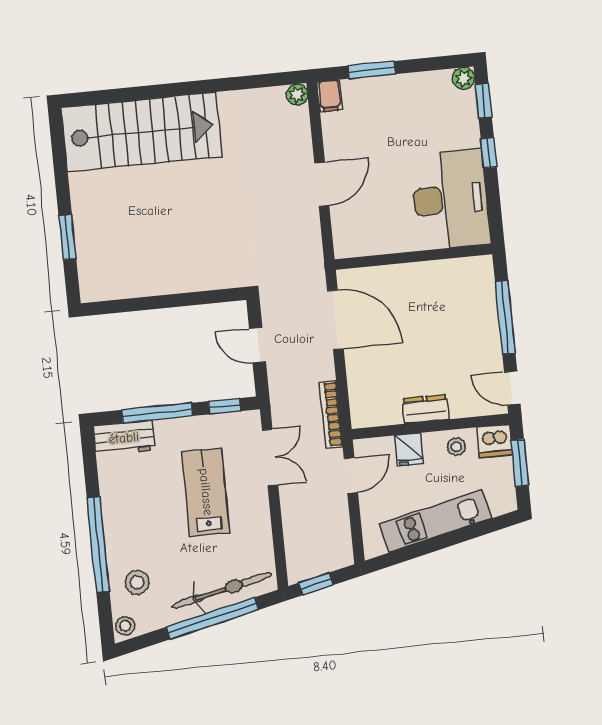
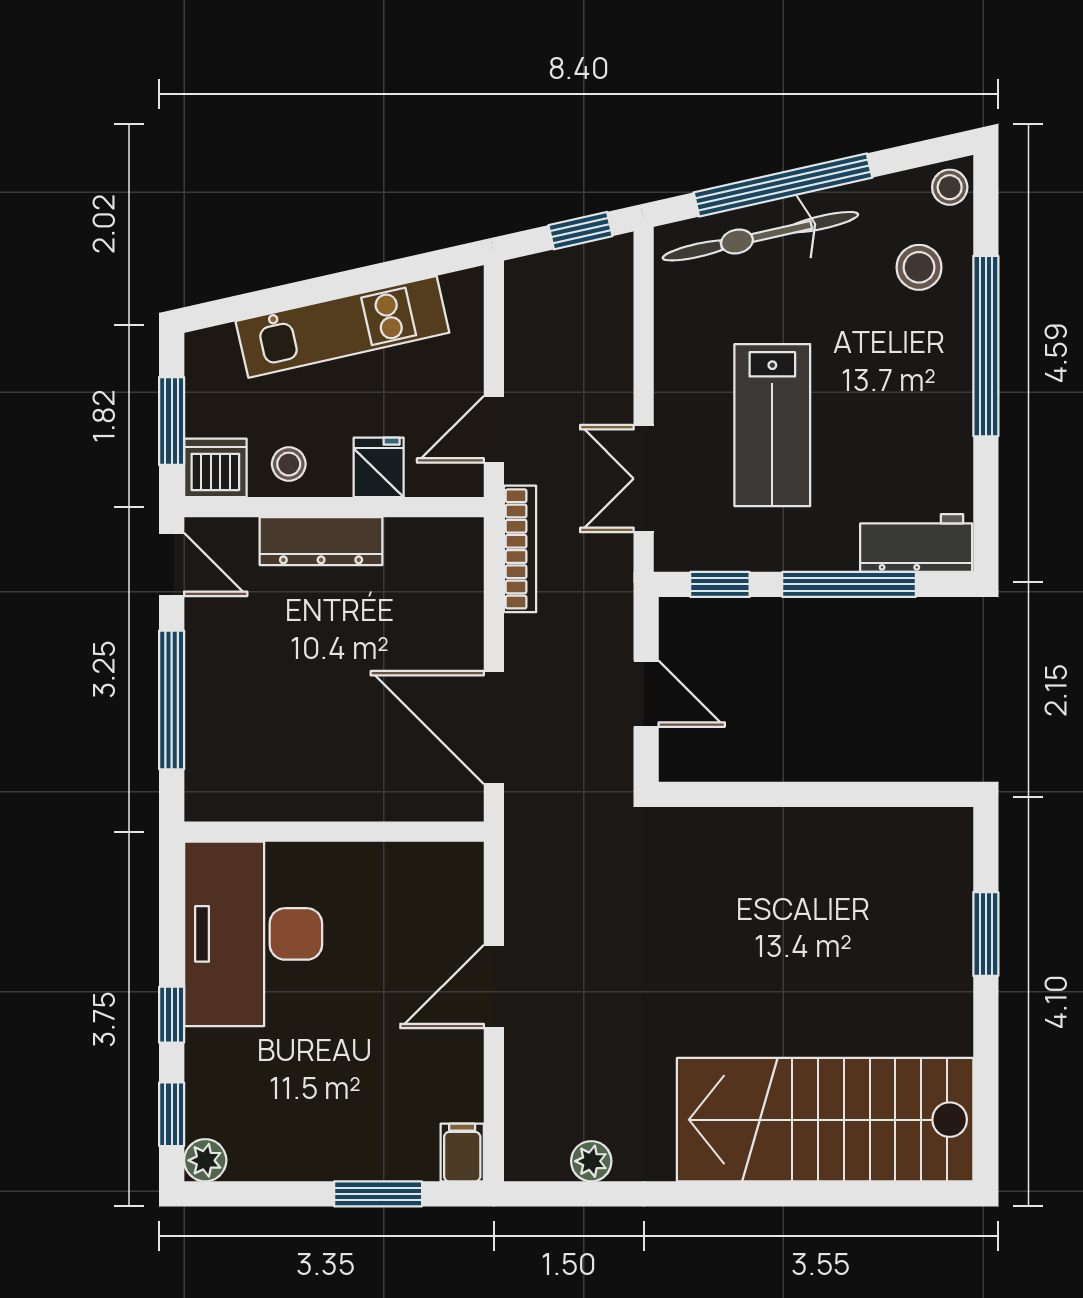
plant: (297, 95) -> (591, 1161), moved
dresser: (426, 409) -> (321, 541), width x1.44

